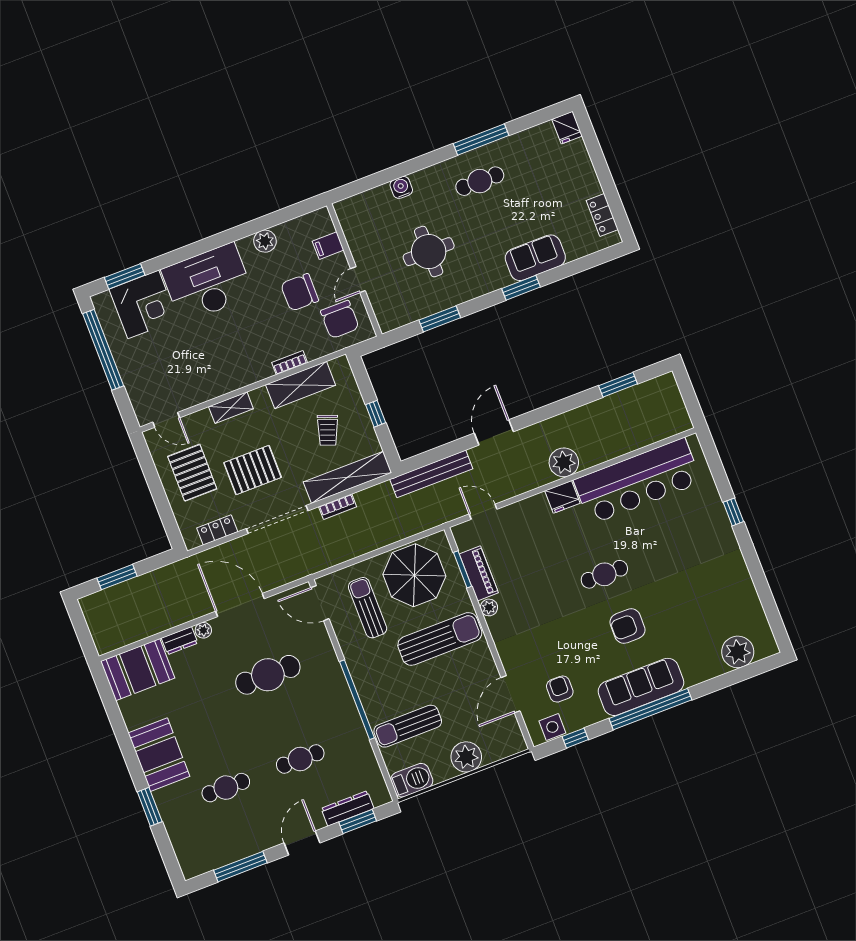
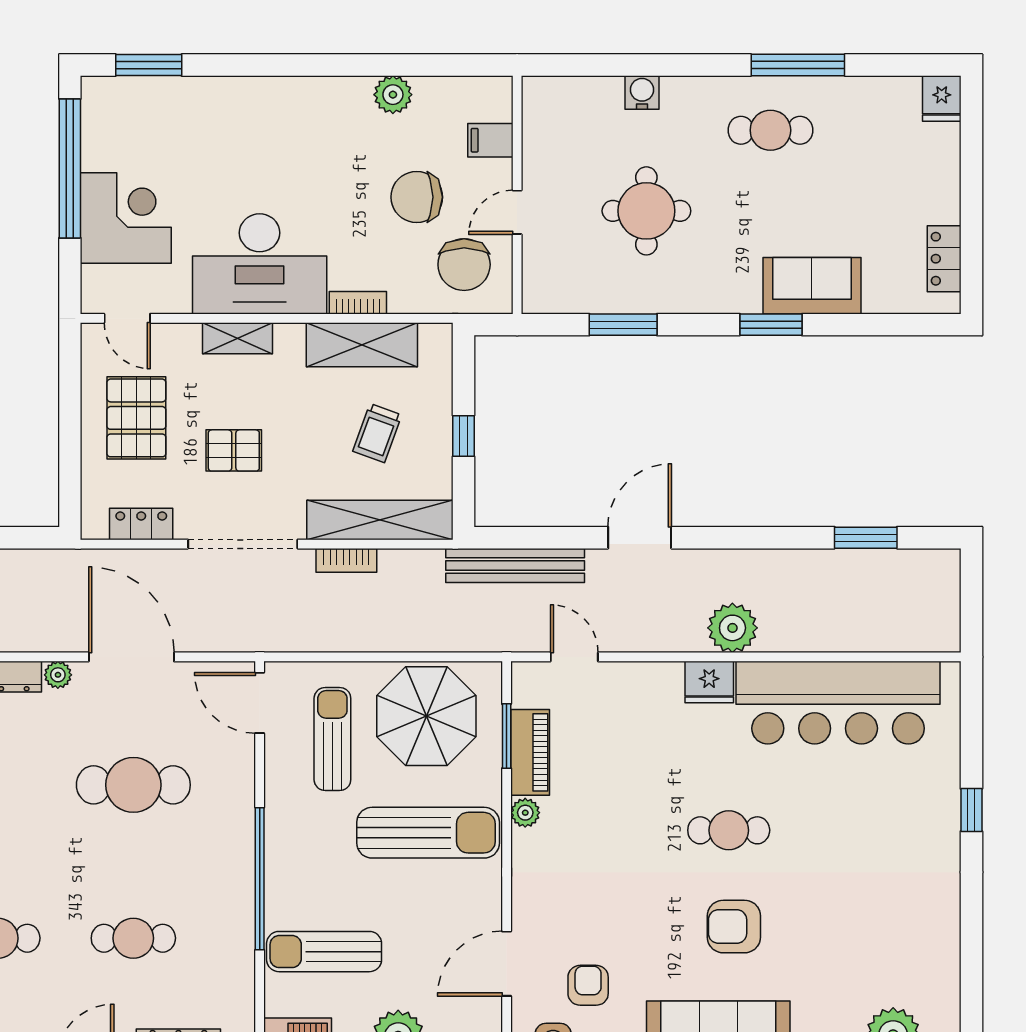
desk: (208, 283) -> (260, 264), moved, turned 180
corner desk: (143, 304) -> (126, 218), moved, turned -90
pallet: (253, 470) -> (234, 450), width x0.67, depth x0.71

